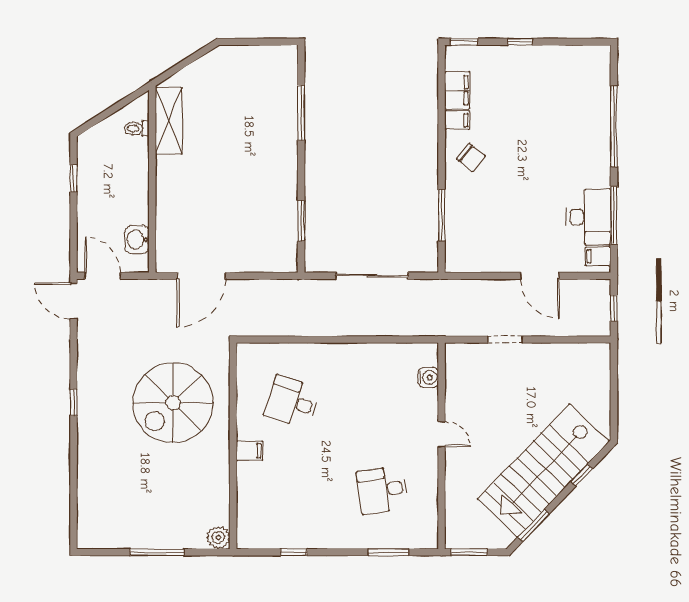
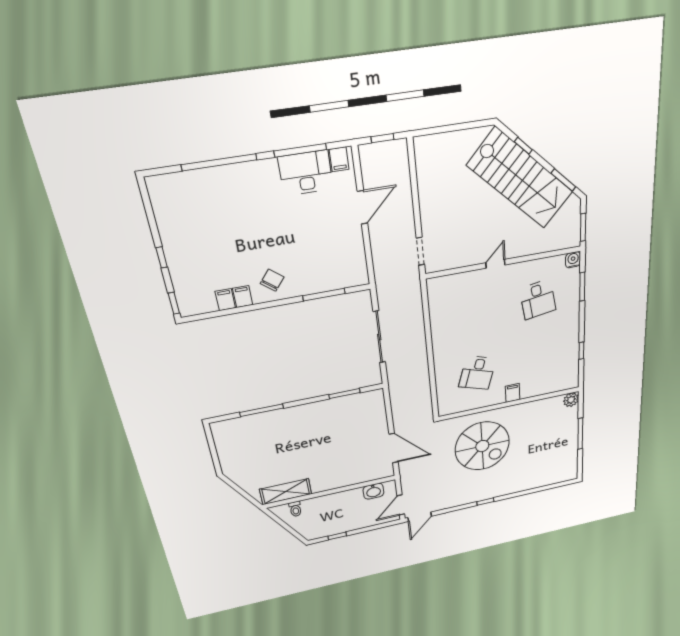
filing cabinet: (457, 90) -> (225, 300), width x0.50
doorway: (505, 340) -> (420, 251), moved
water cooler: (428, 378) -> (573, 260), moved

